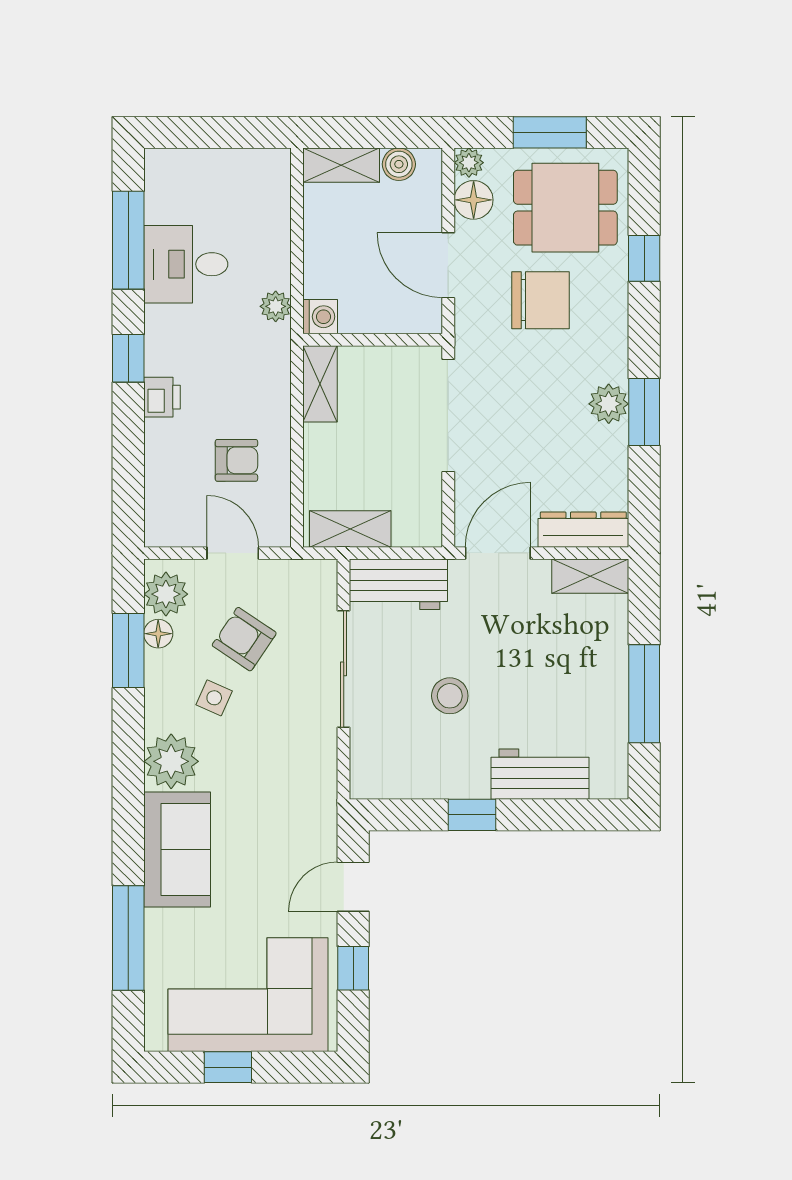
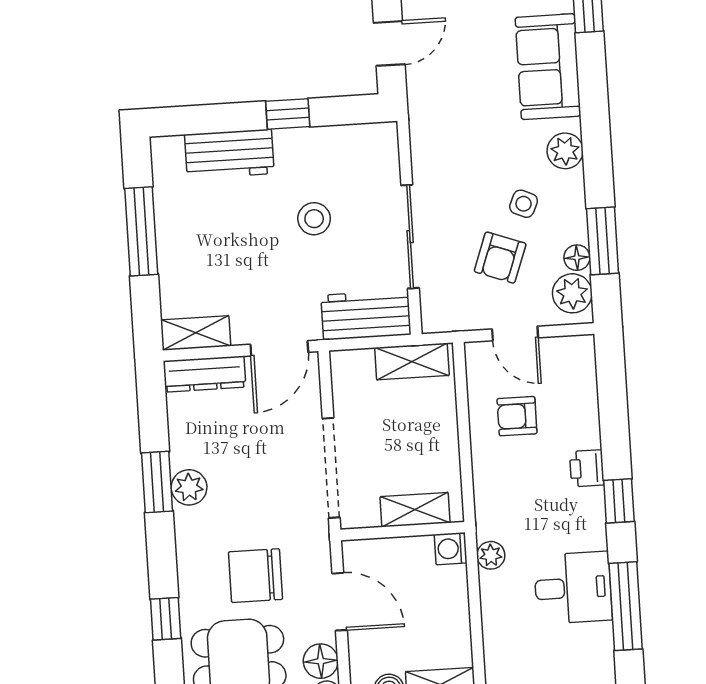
shelving: (320, 384) -> (415, 510), moved, turned 90
armchair: (244, 639) -> (500, 258), turned 76
plant: (171, 761) -> (565, 151), width x0.73, depth x0.73

